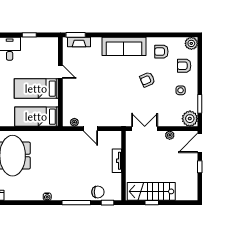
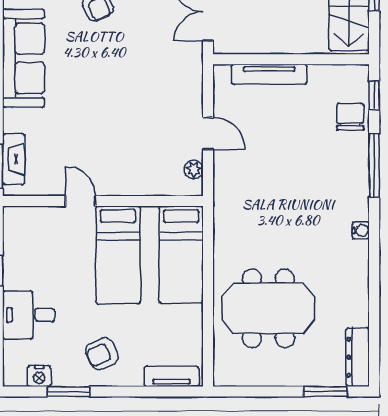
door: (60, 72) -> (80, 201), hinge flipped
door: (90, 129) -> (208, 134), hinge flipped
tv unit: (117, 161) -> (269, 74), width x1.41

